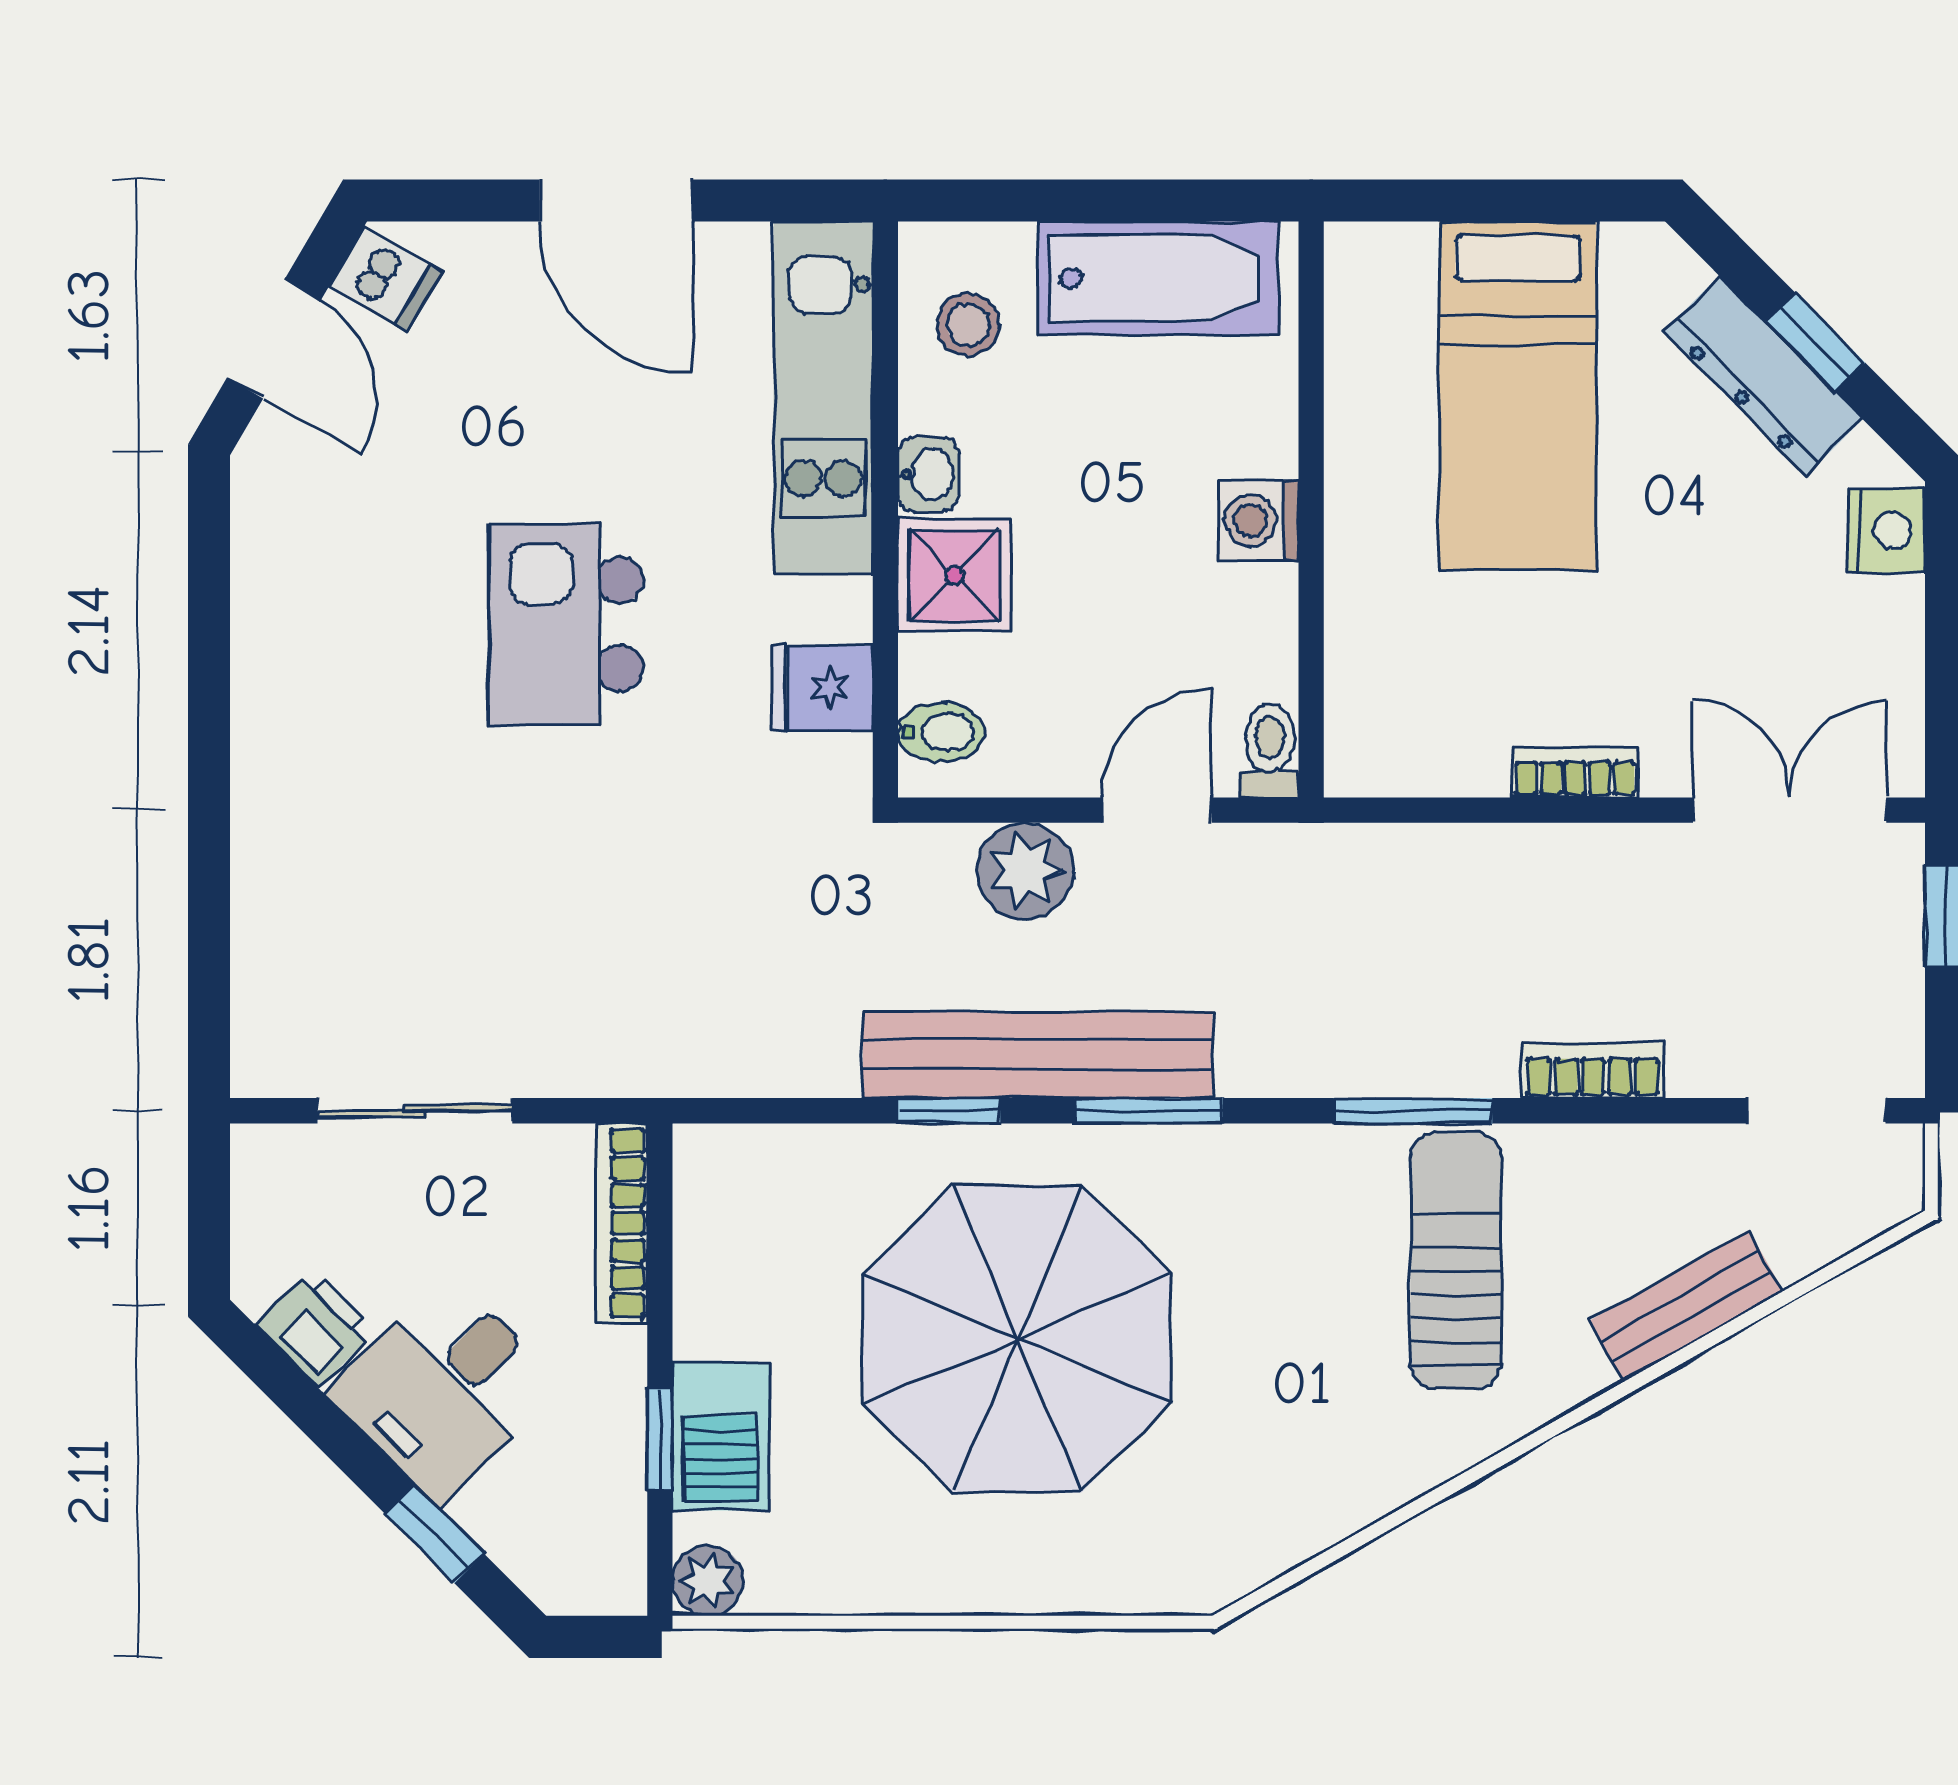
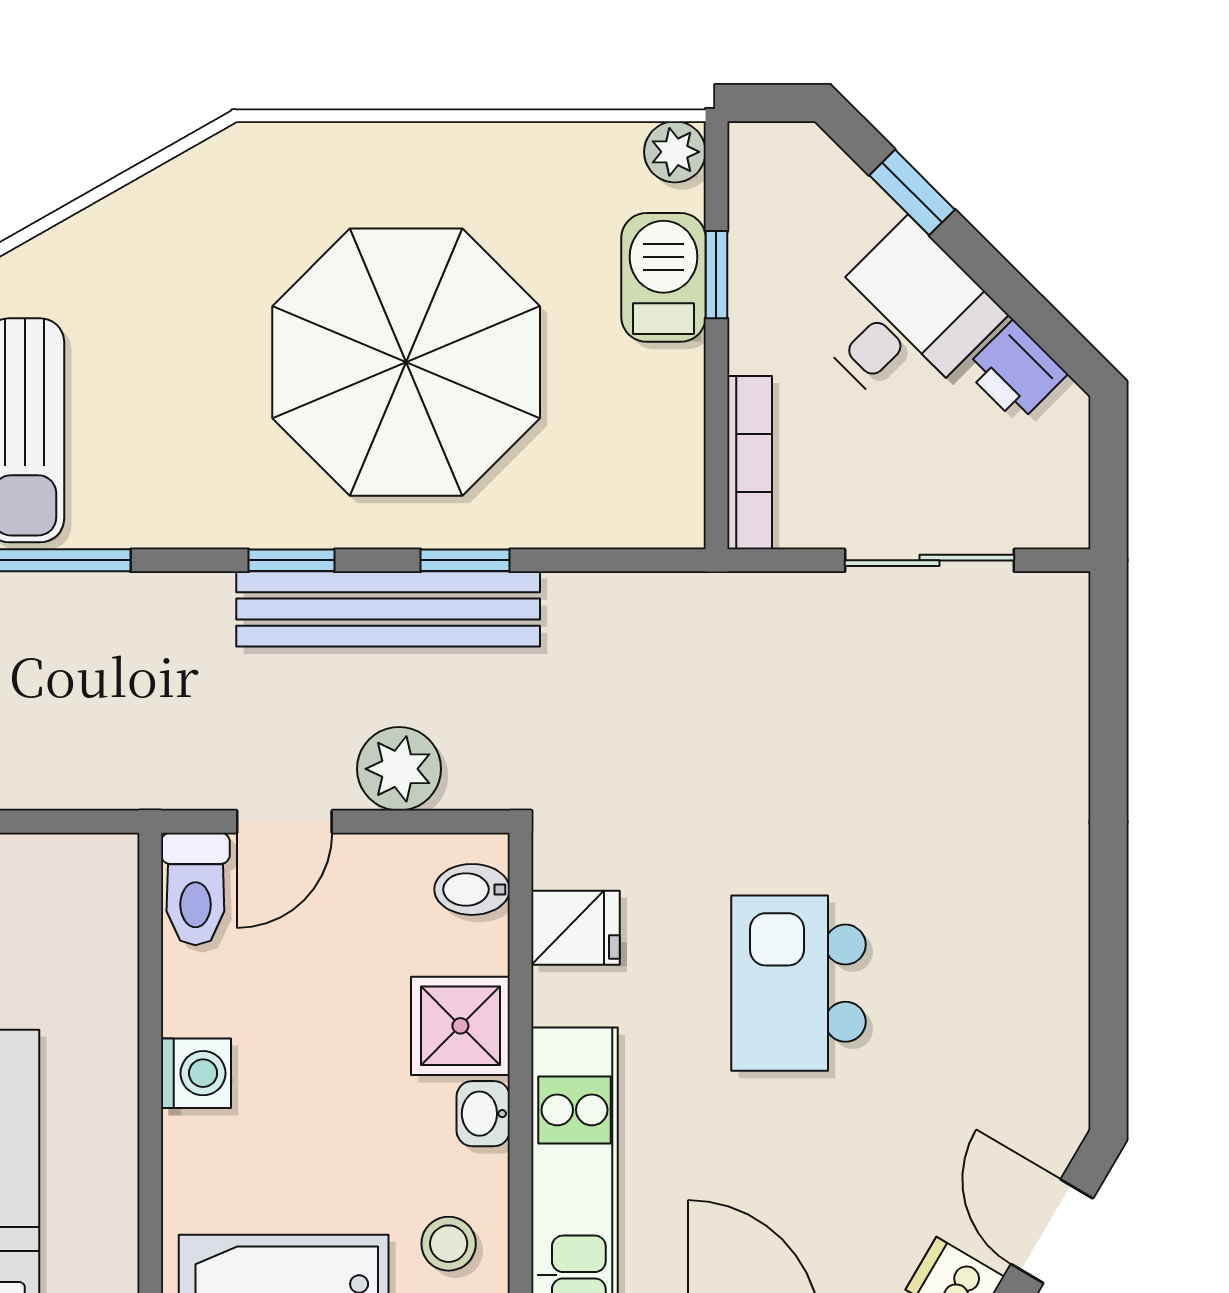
kitchen island: (566, 624) -> (798, 983), turned 180
toilet: (1270, 751) -> (195, 889), width x1.37, depth x1.39
window: (1149, 1111) -> (292, 560), width x0.67

